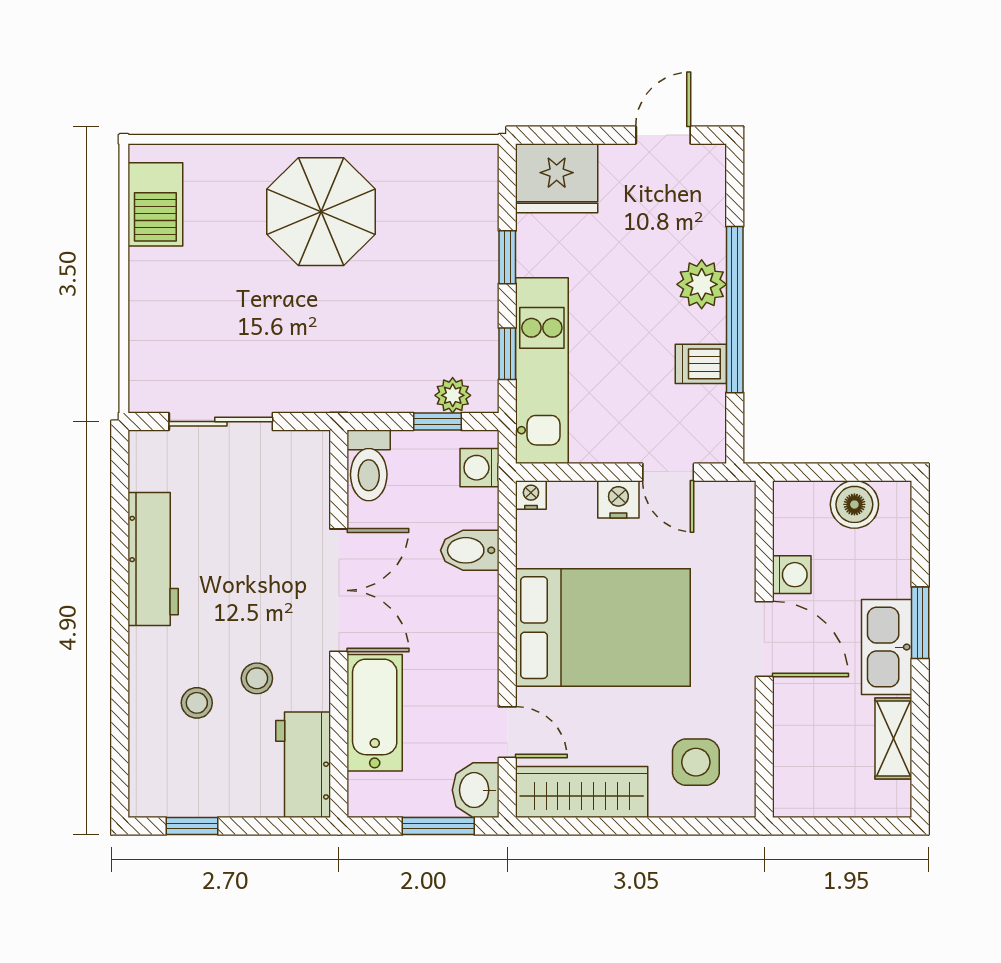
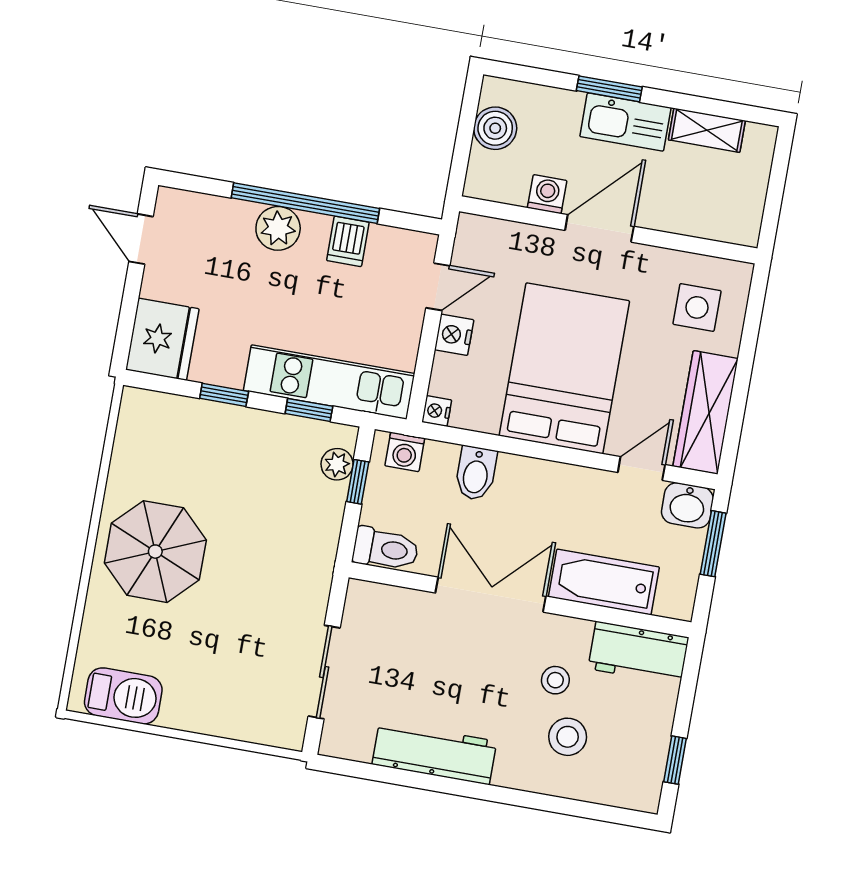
stool: (197, 703) -> (568, 737), width x1.37, depth x1.37

